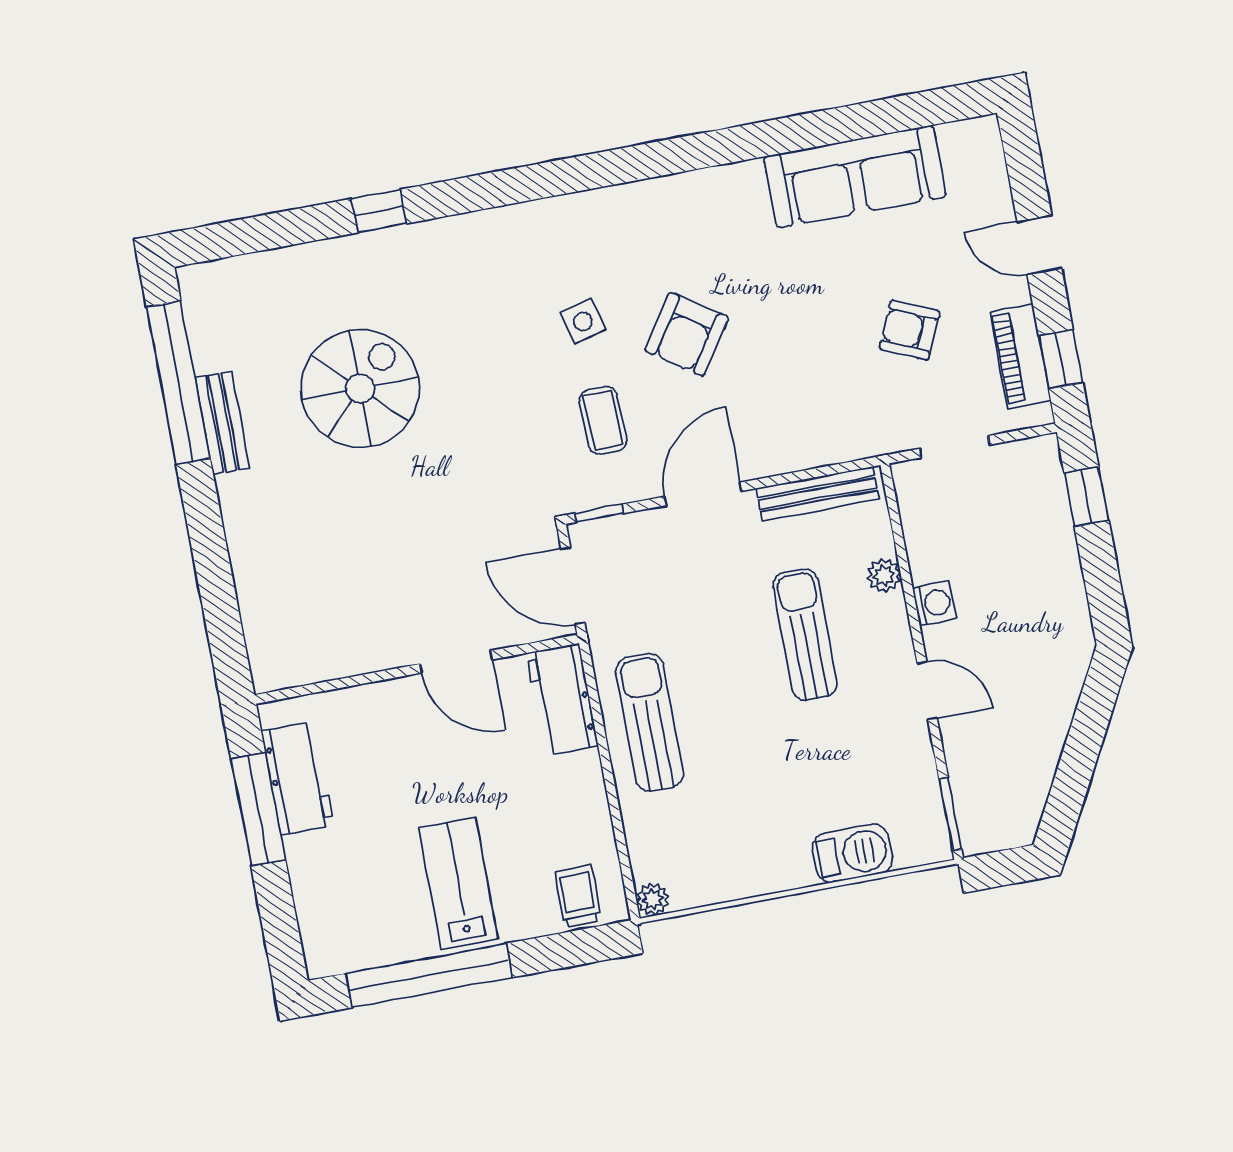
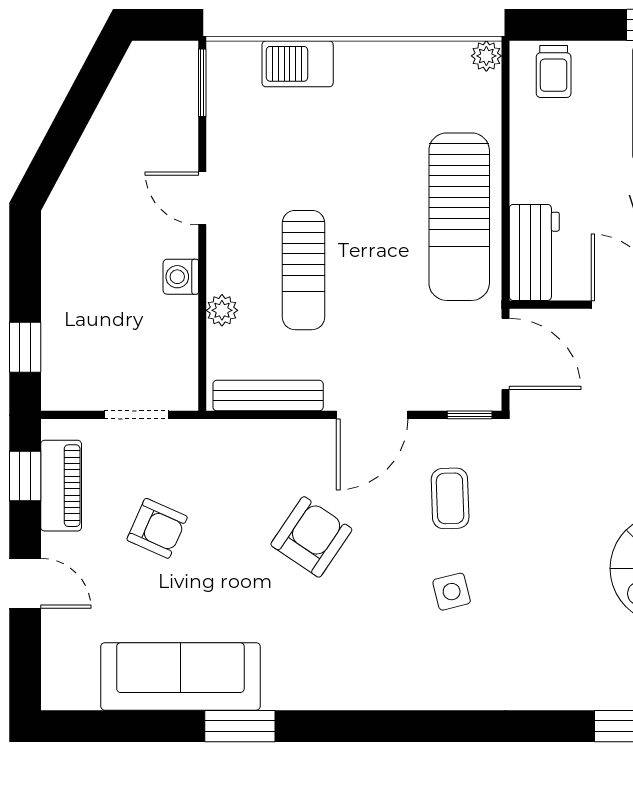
window: (782, 136) -> (240, 726), added
armchair: (687, 334) -> (311, 537), moved
sun lounger: (650, 723) -> (459, 217), width x1.36, depth x1.34

